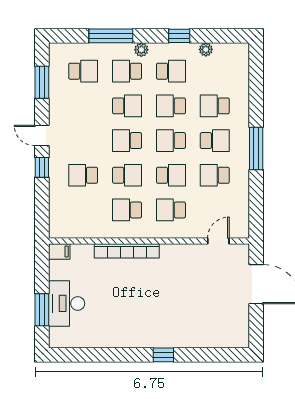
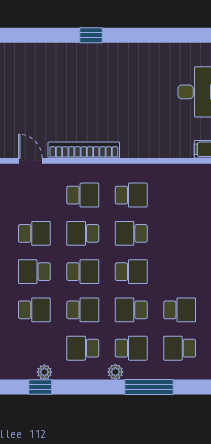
window: (179, 36) -> (40, 387), moved
school desk: (83, 175) -> (180, 310), moved
door: (218, 241) -> (30, 161), swing flipped
bookcase: (127, 251) -> (84, 150), moved

